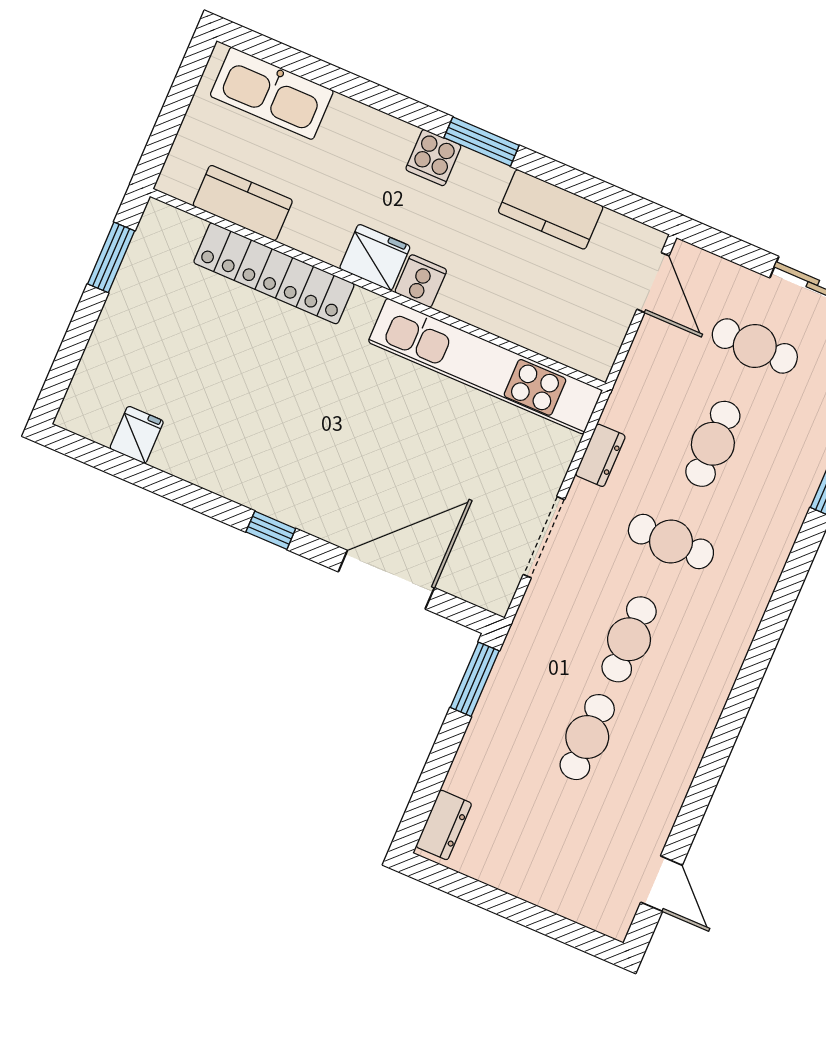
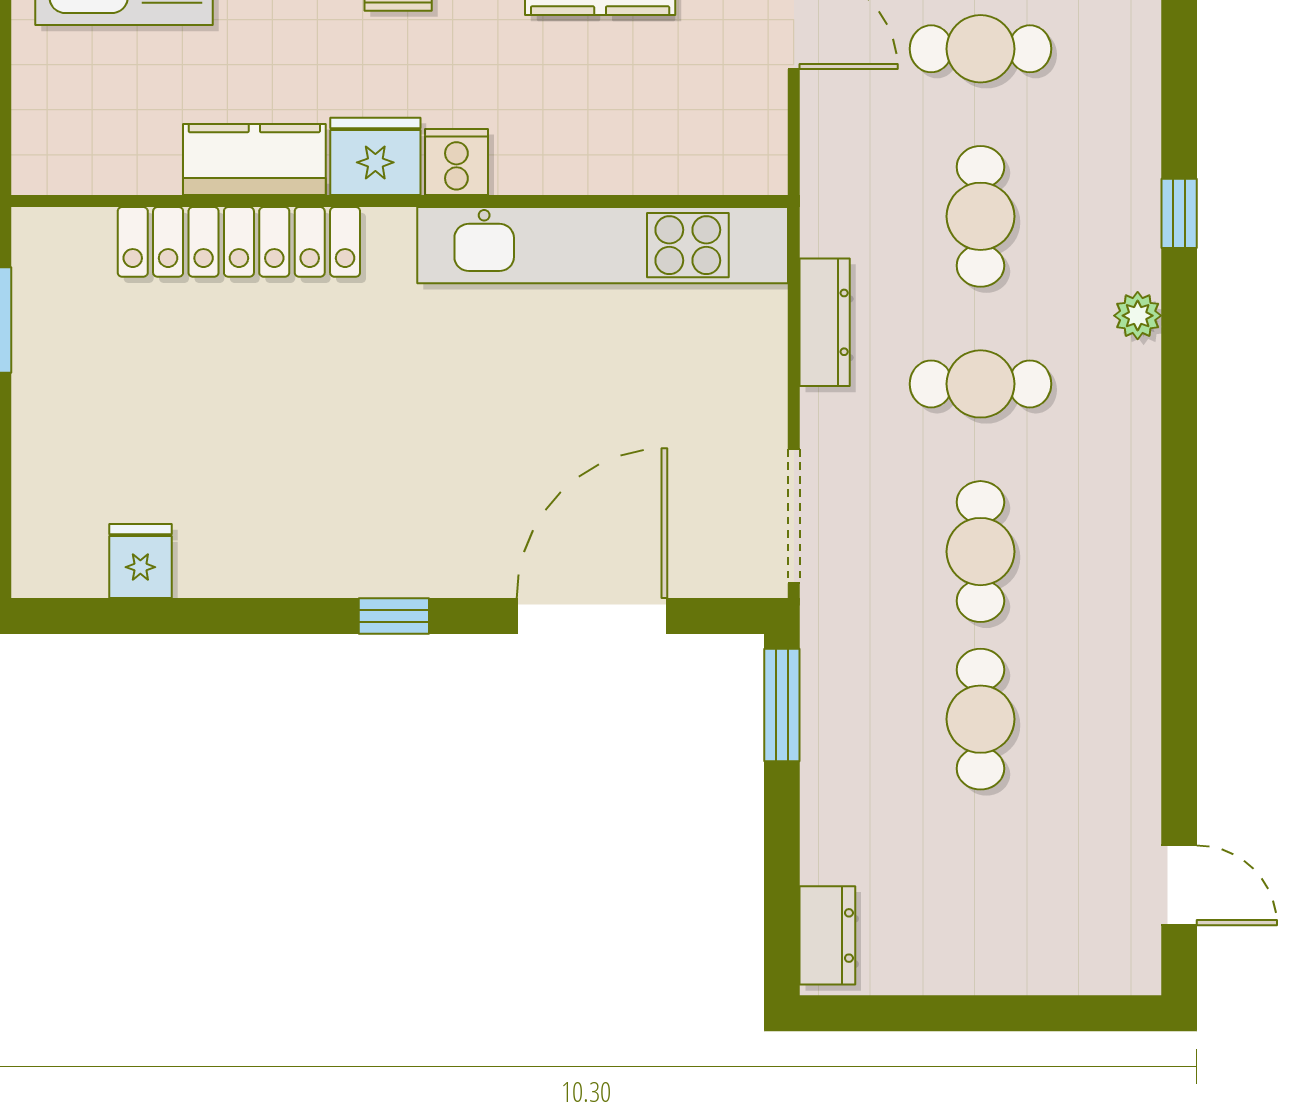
kitchen counter: (243, 203) -> (254, 159), moved
dresser: (600, 455) -> (825, 322), width x1.44
doorway: (544, 537) -> (794, 516), moved
plant: (780, 541) -> (1138, 316), added

